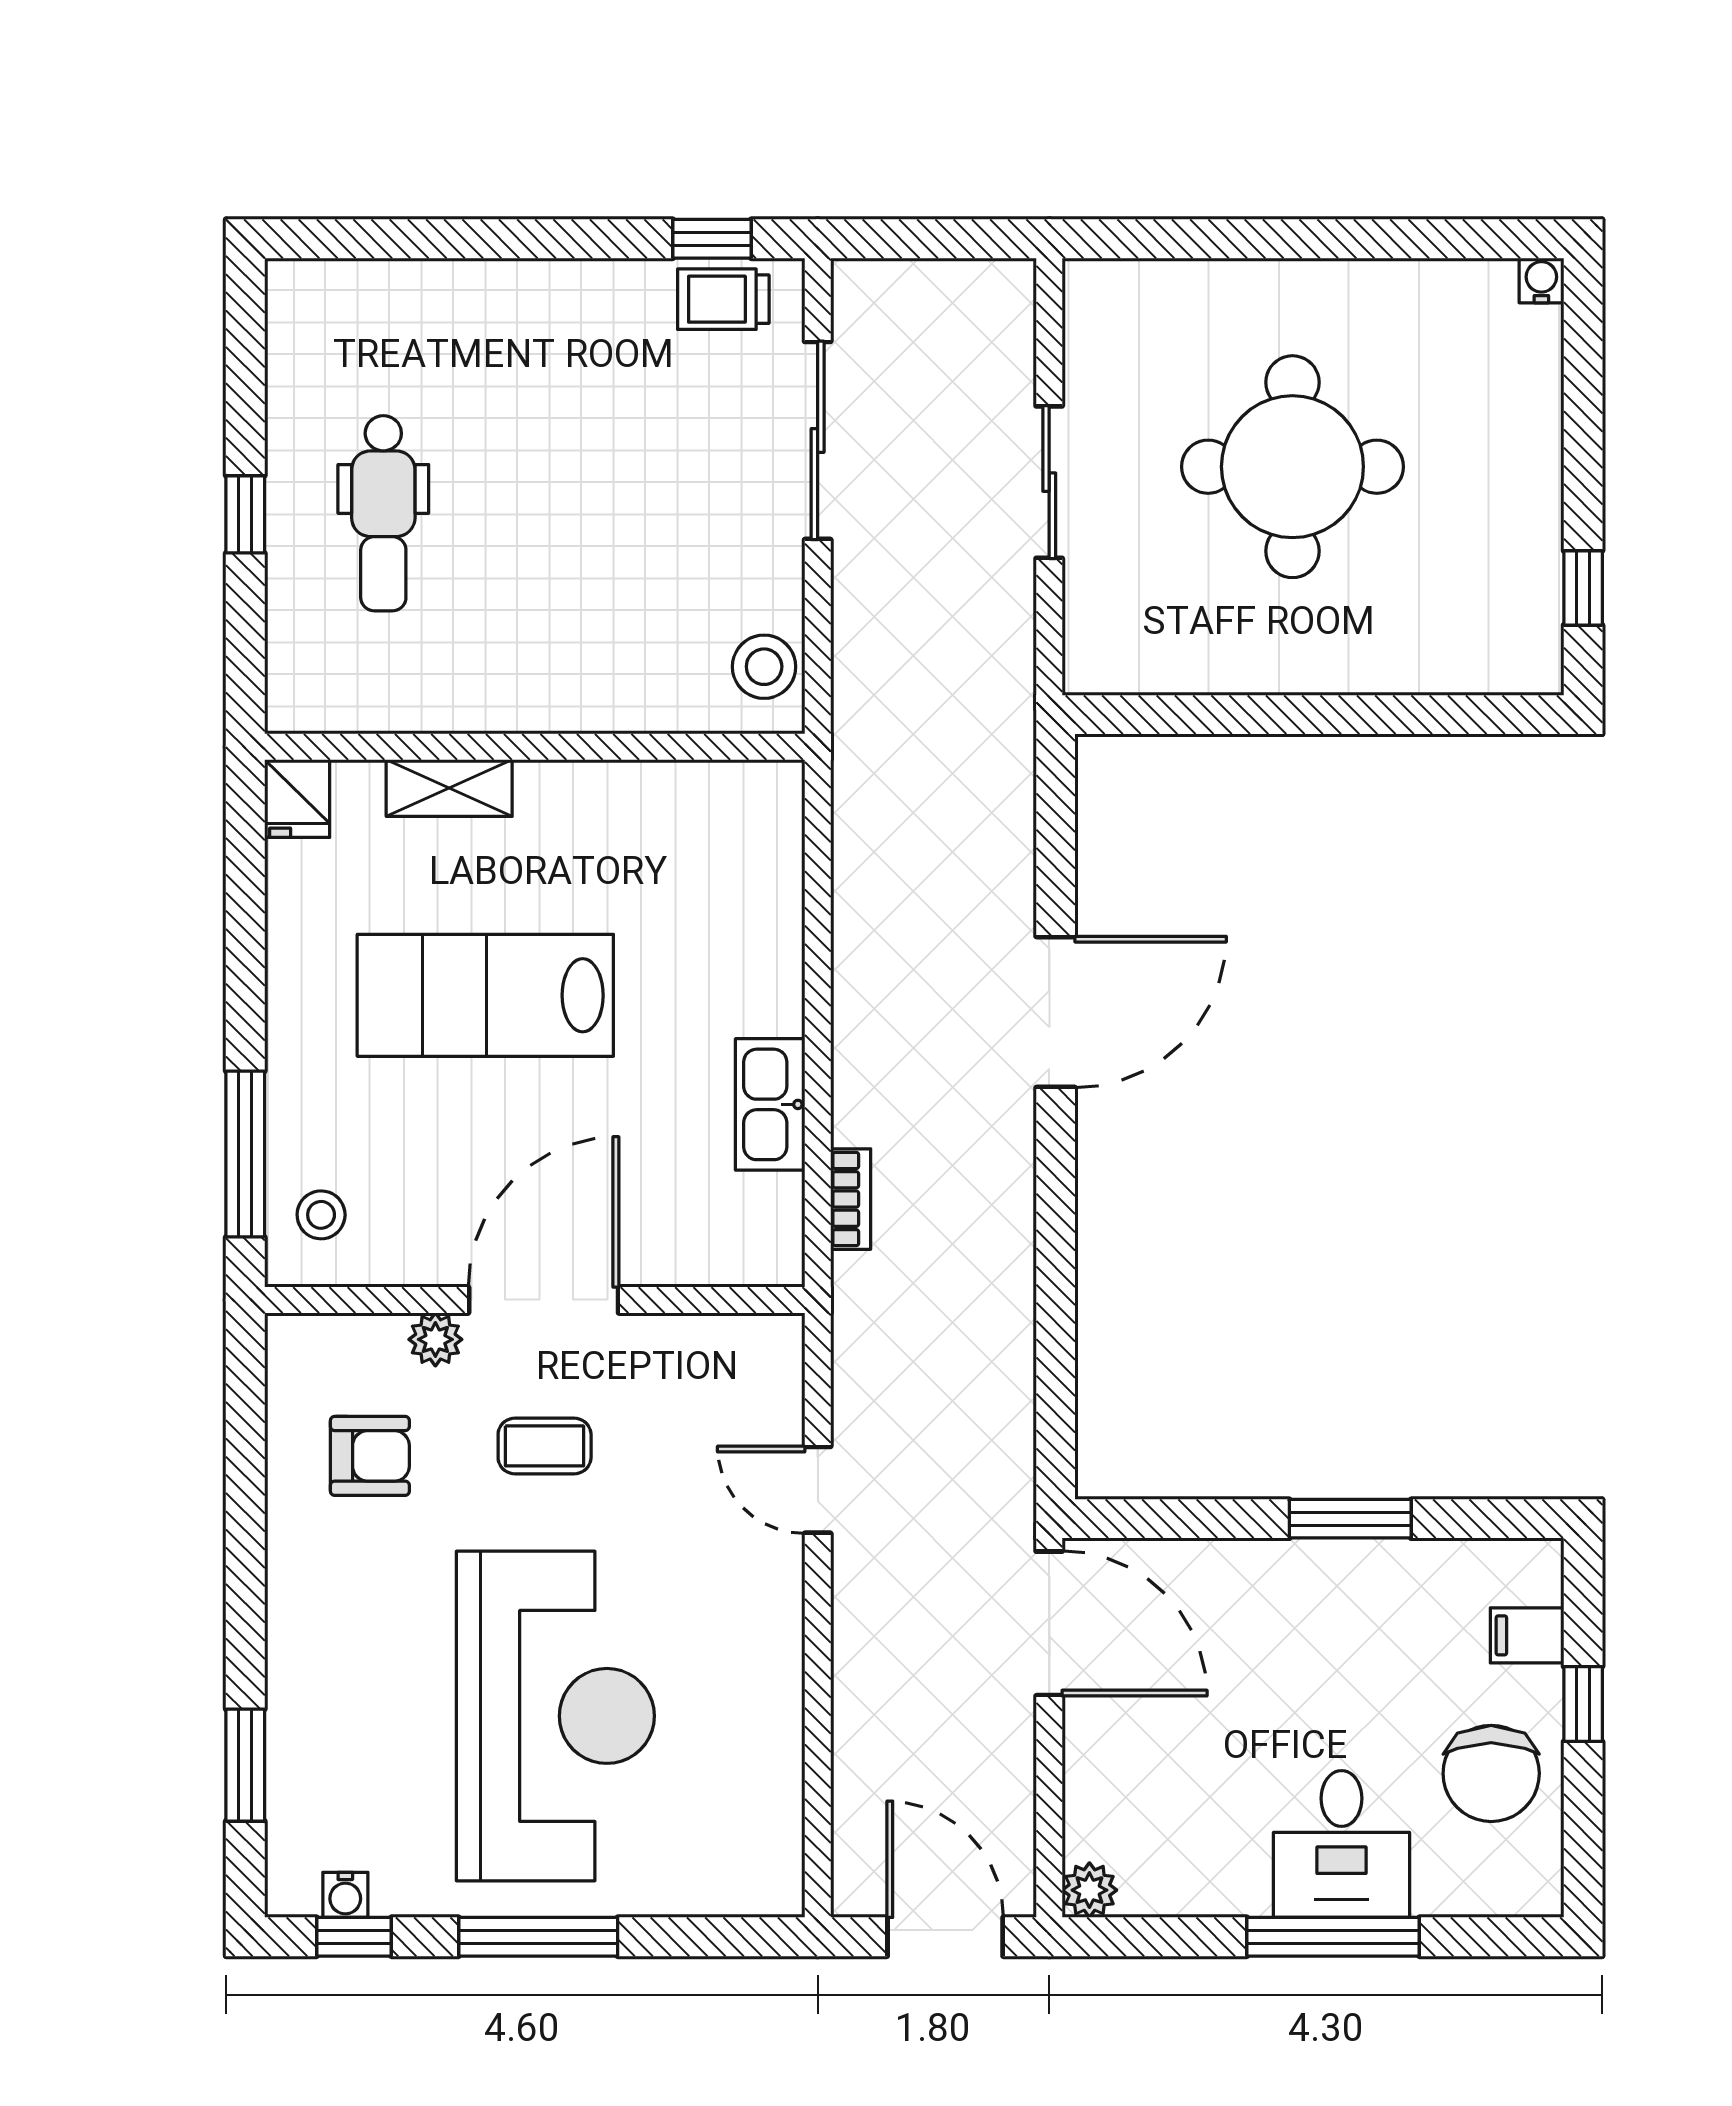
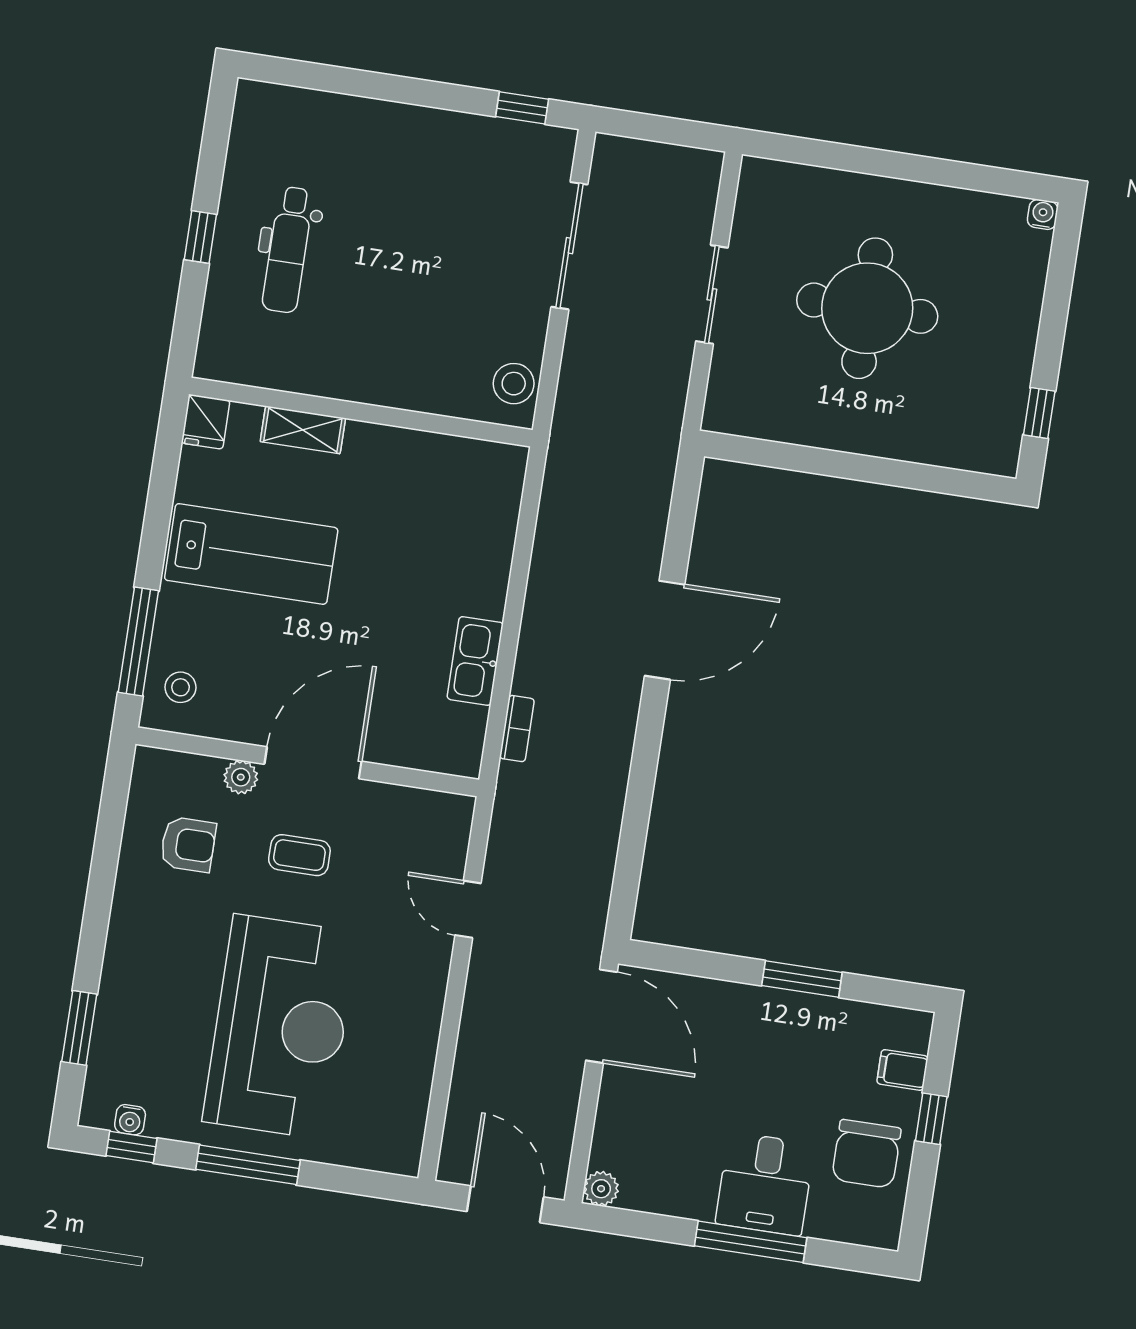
trolley: (723, 299) -> (523, 147), removed
lab bench: (485, 995) -> (251, 554), moved, turned 180

